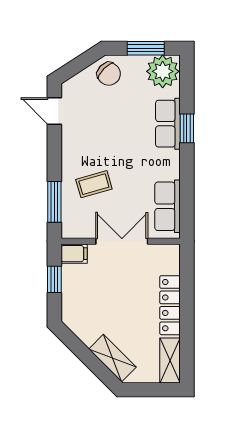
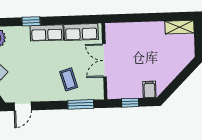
row of seats: (168, 124) -> (47, 33), moved
filing cabinet: (74, 254) -> (149, 89), moved
locker: (170, 305) -> (144, 28), removed
shelving: (112, 358) -> (179, 64), removed

